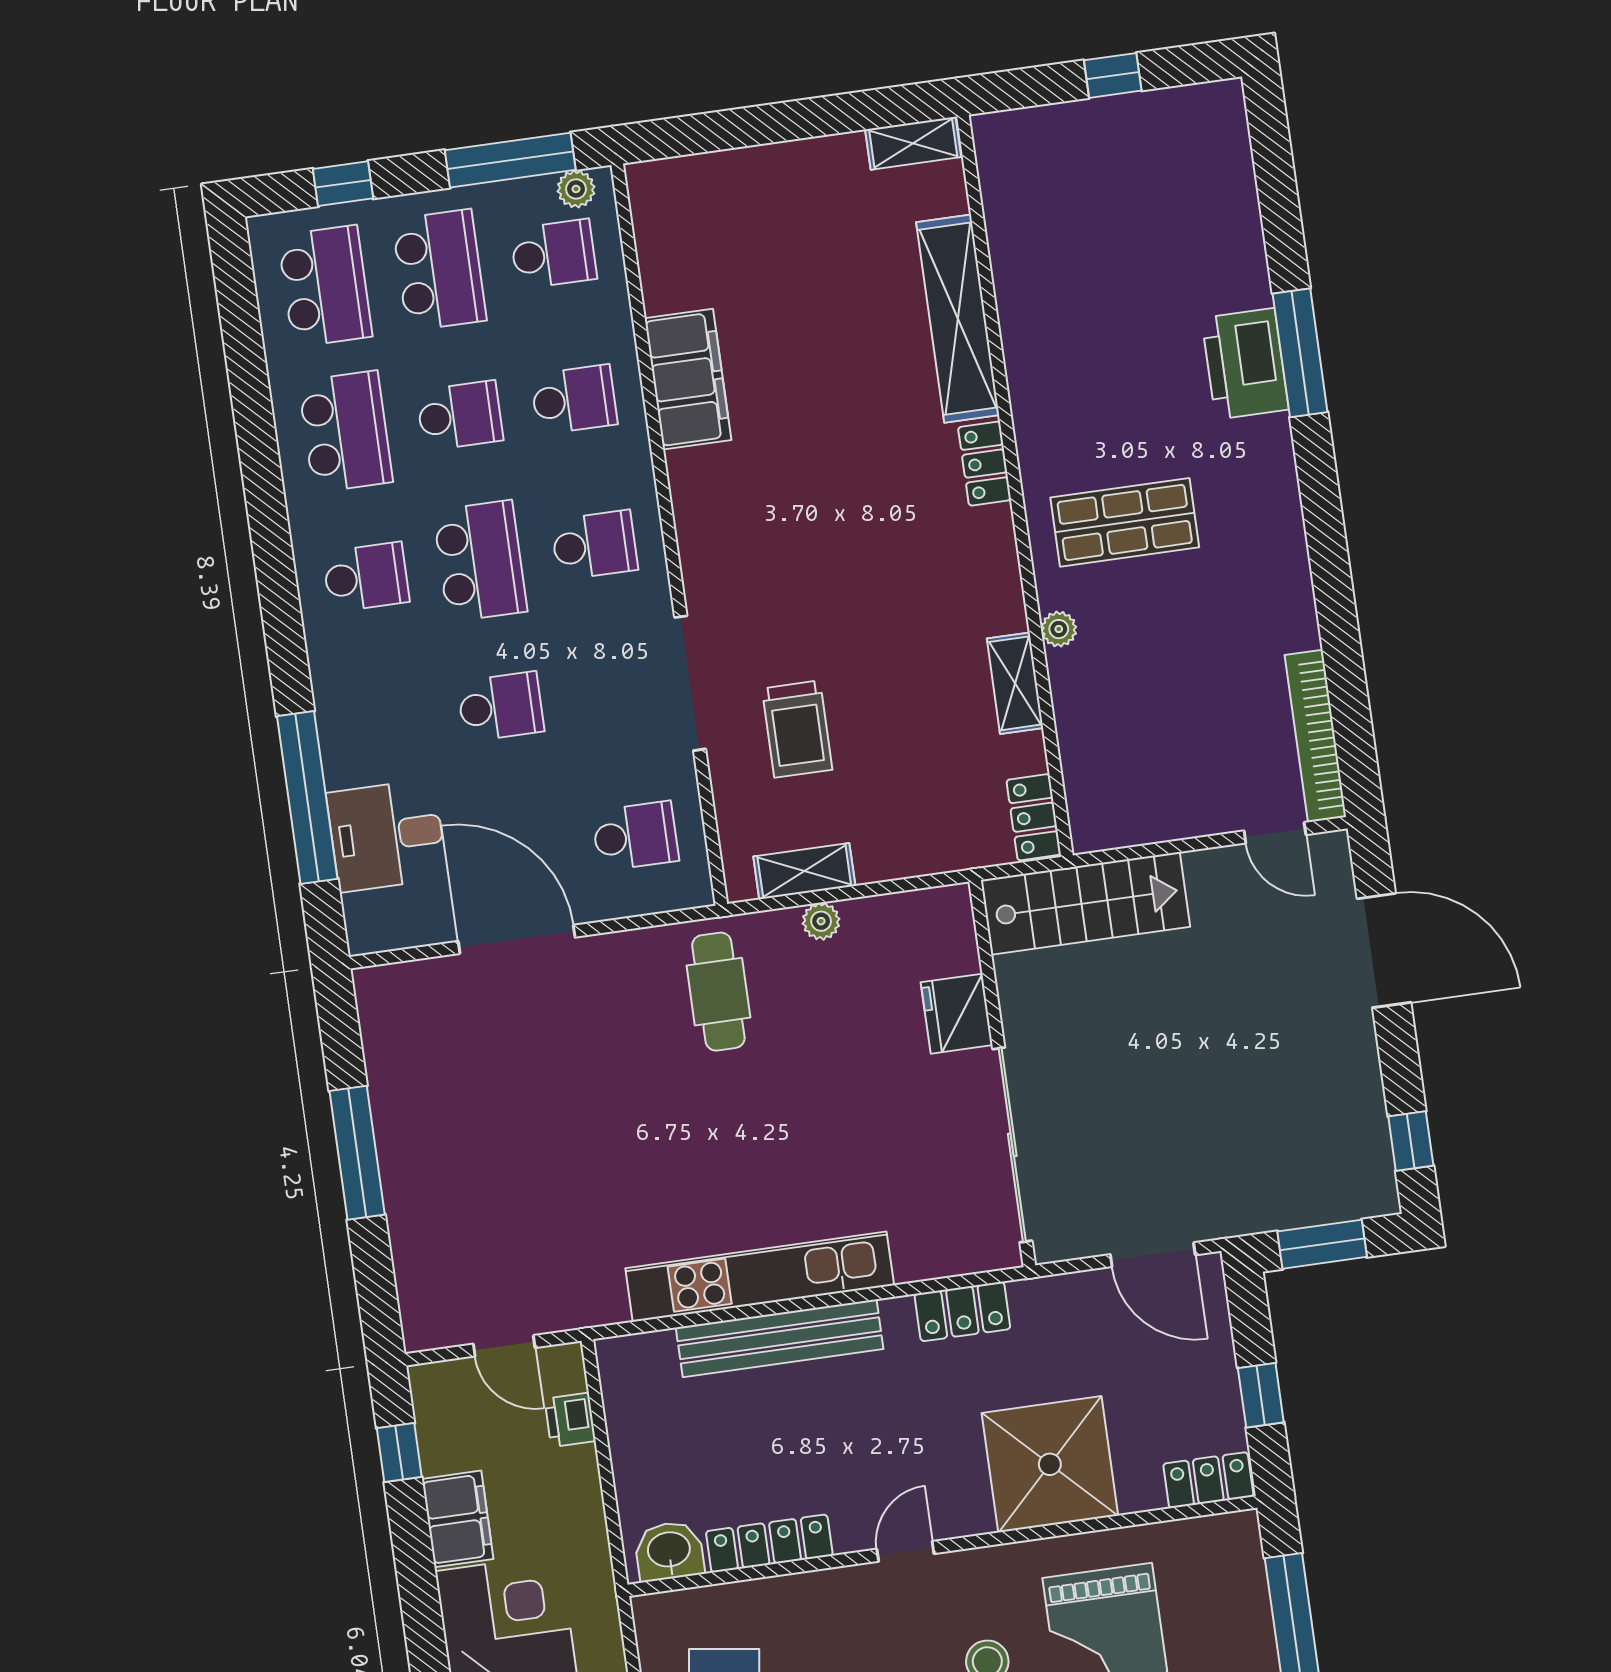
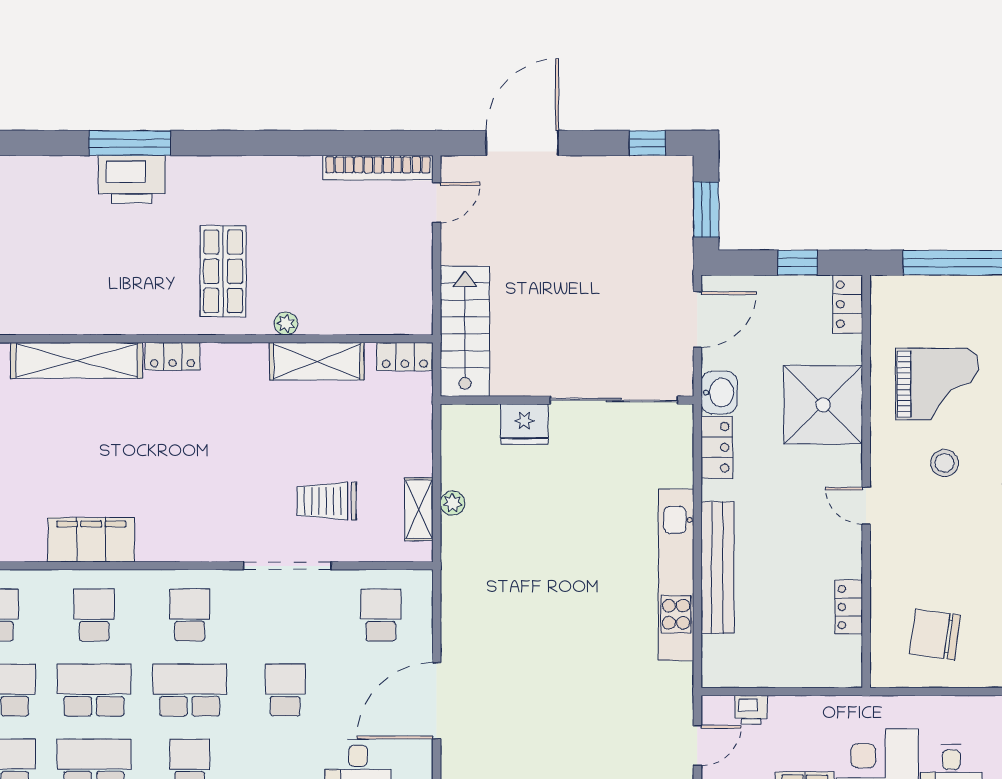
school desk: (460, 416) -> (94, 690), width x1.85
shelving: (1015, 683) -> (317, 361), width x1.50, depth x1.33
trolley: (797, 729) -> (327, 501), turned 180
cafe table: (718, 992) -> (489, 576), removed
locker: (769, 1543) -> (849, 607), width x0.66
washbasin: (669, 1551) -> (719, 393), moved, turned 180

